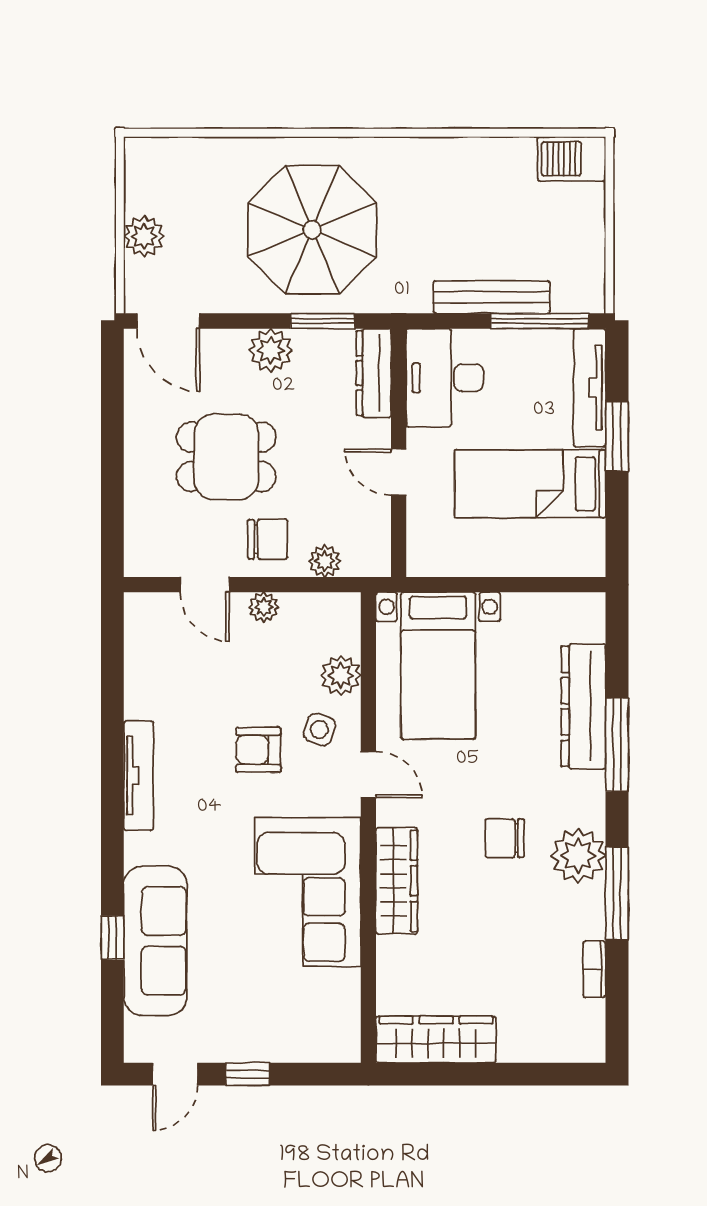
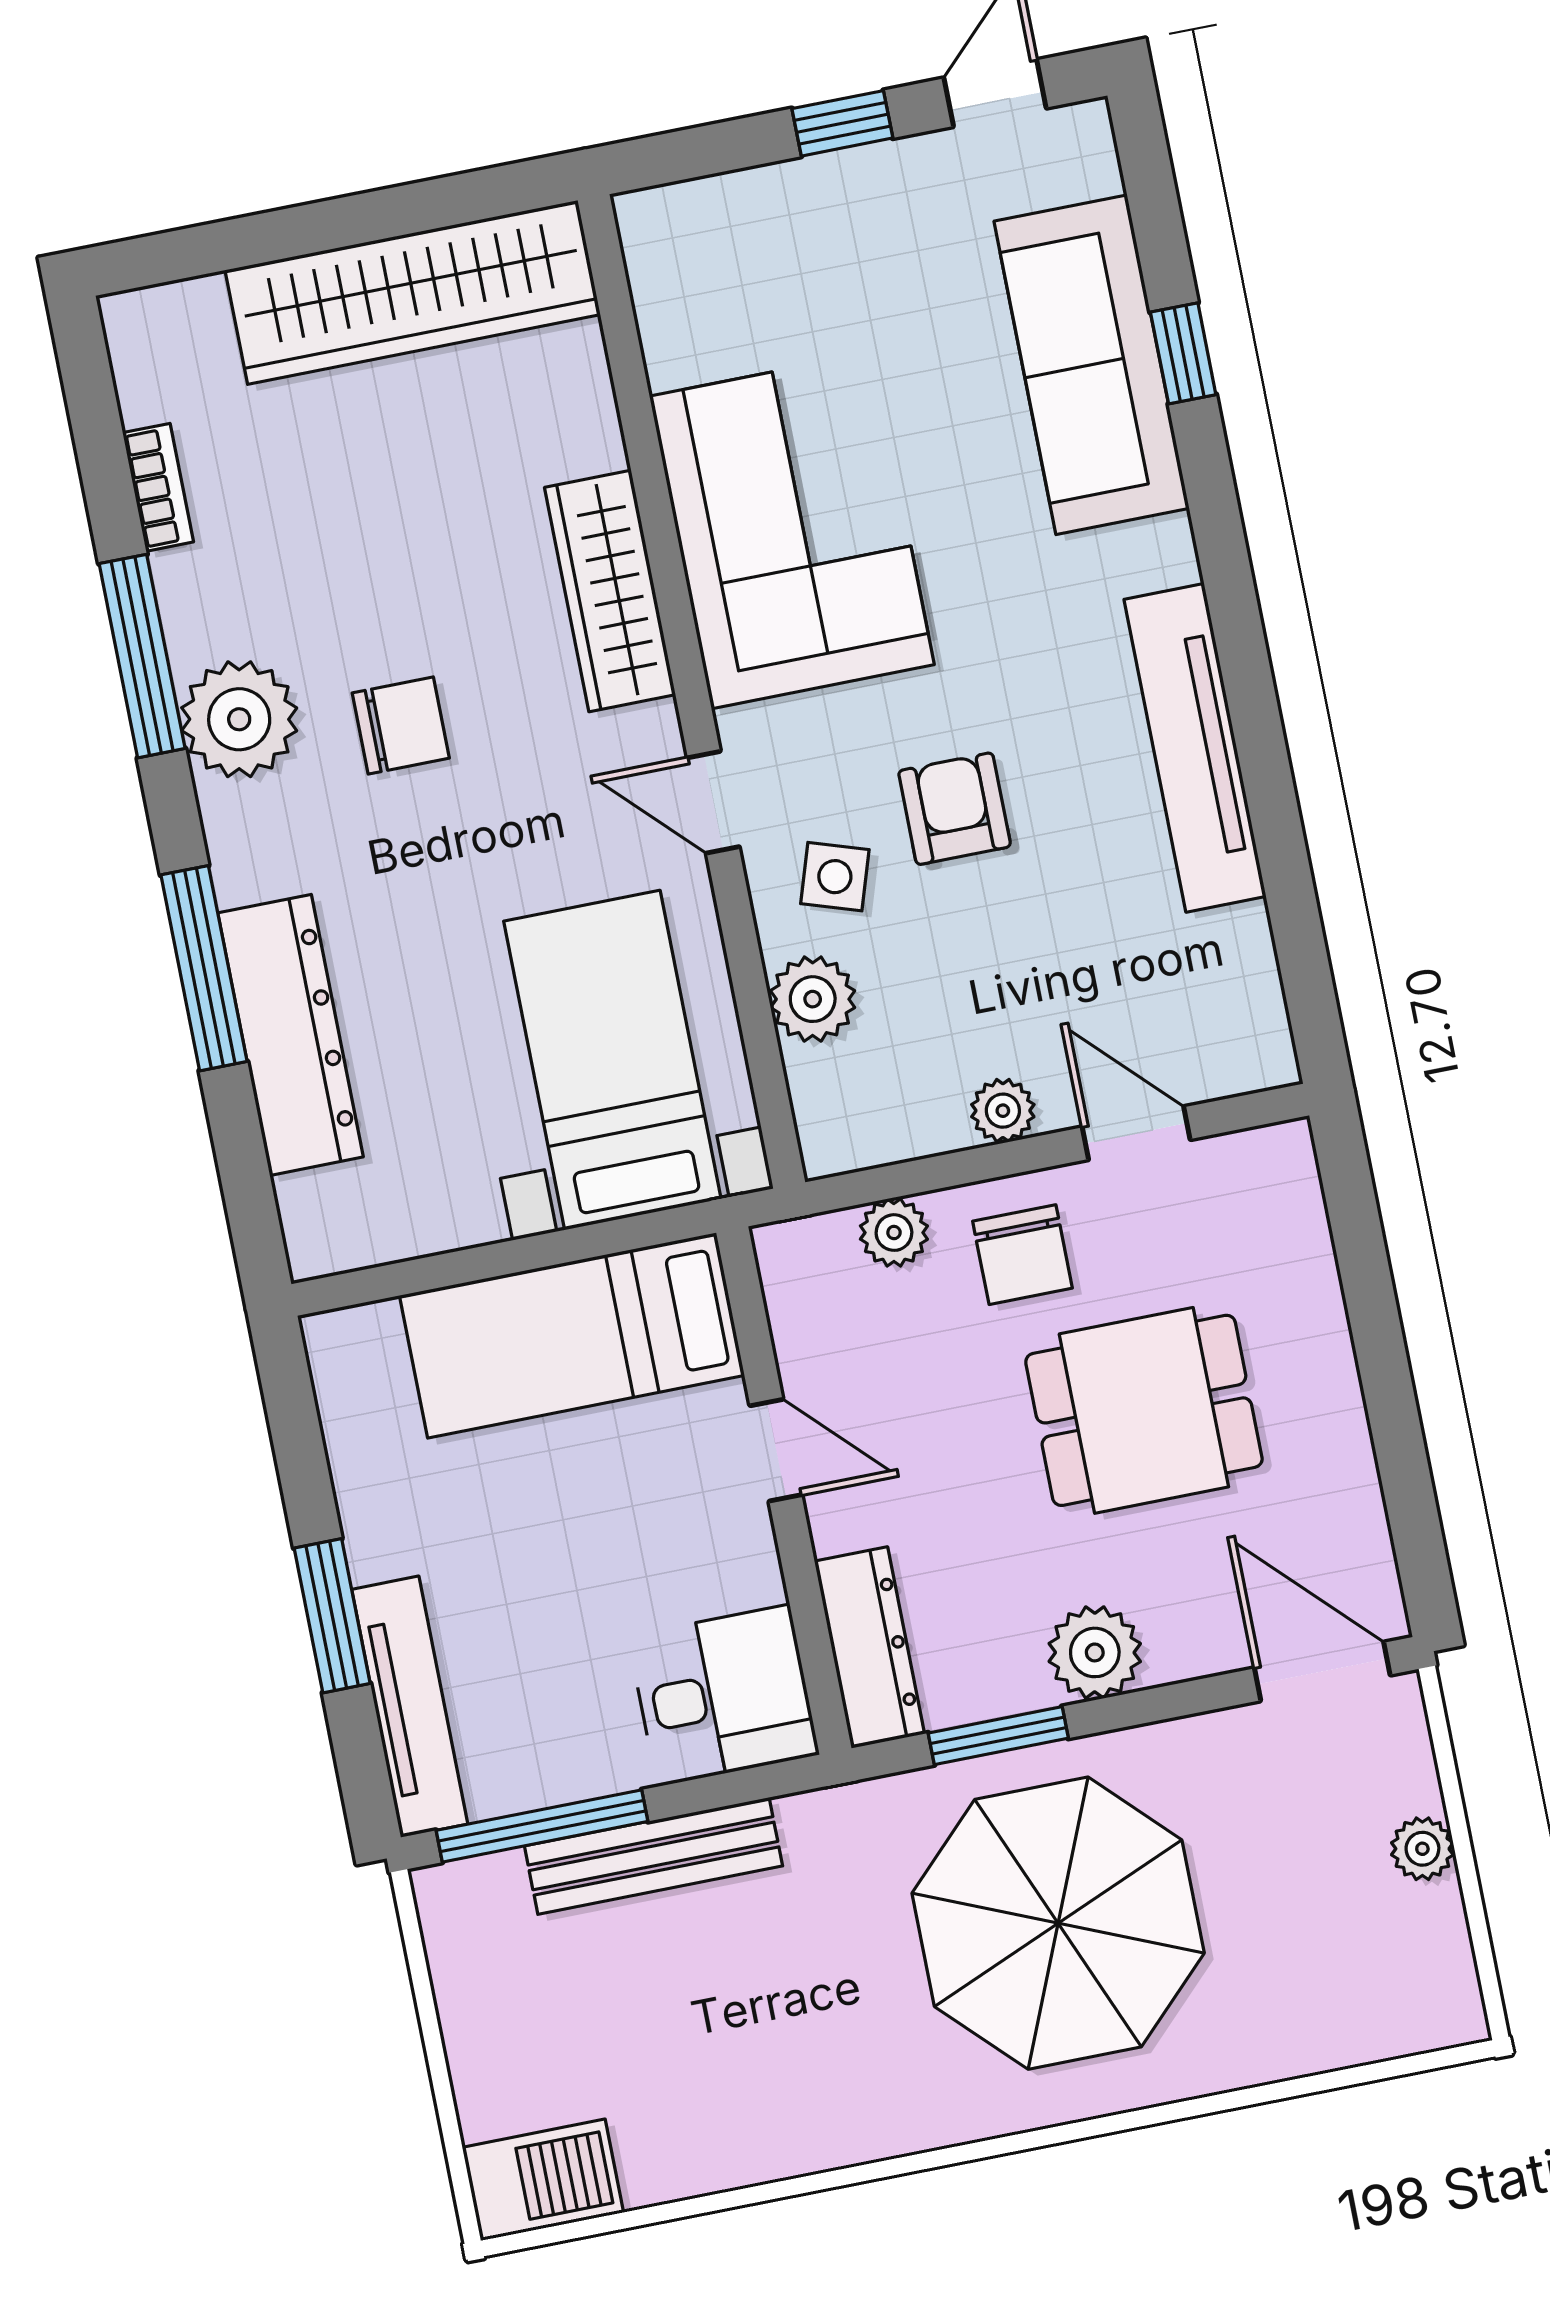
plant: (144, 236) -> (1422, 1849), width x0.73, depth x0.73
desk: (445, 378) -> (724, 1695), width x0.73
bed: (530, 484) -> (572, 1335), moved, turned 180
chair: (268, 539) -> (1022, 1255), turned -90
armchair: (258, 750) -> (955, 809), turned -90
tv unit: (139, 776) -> (1195, 748), width x1.36, depth x1.29
wardrobe: (436, 1040) -> (413, 292), width x1.40, depth x1.17

